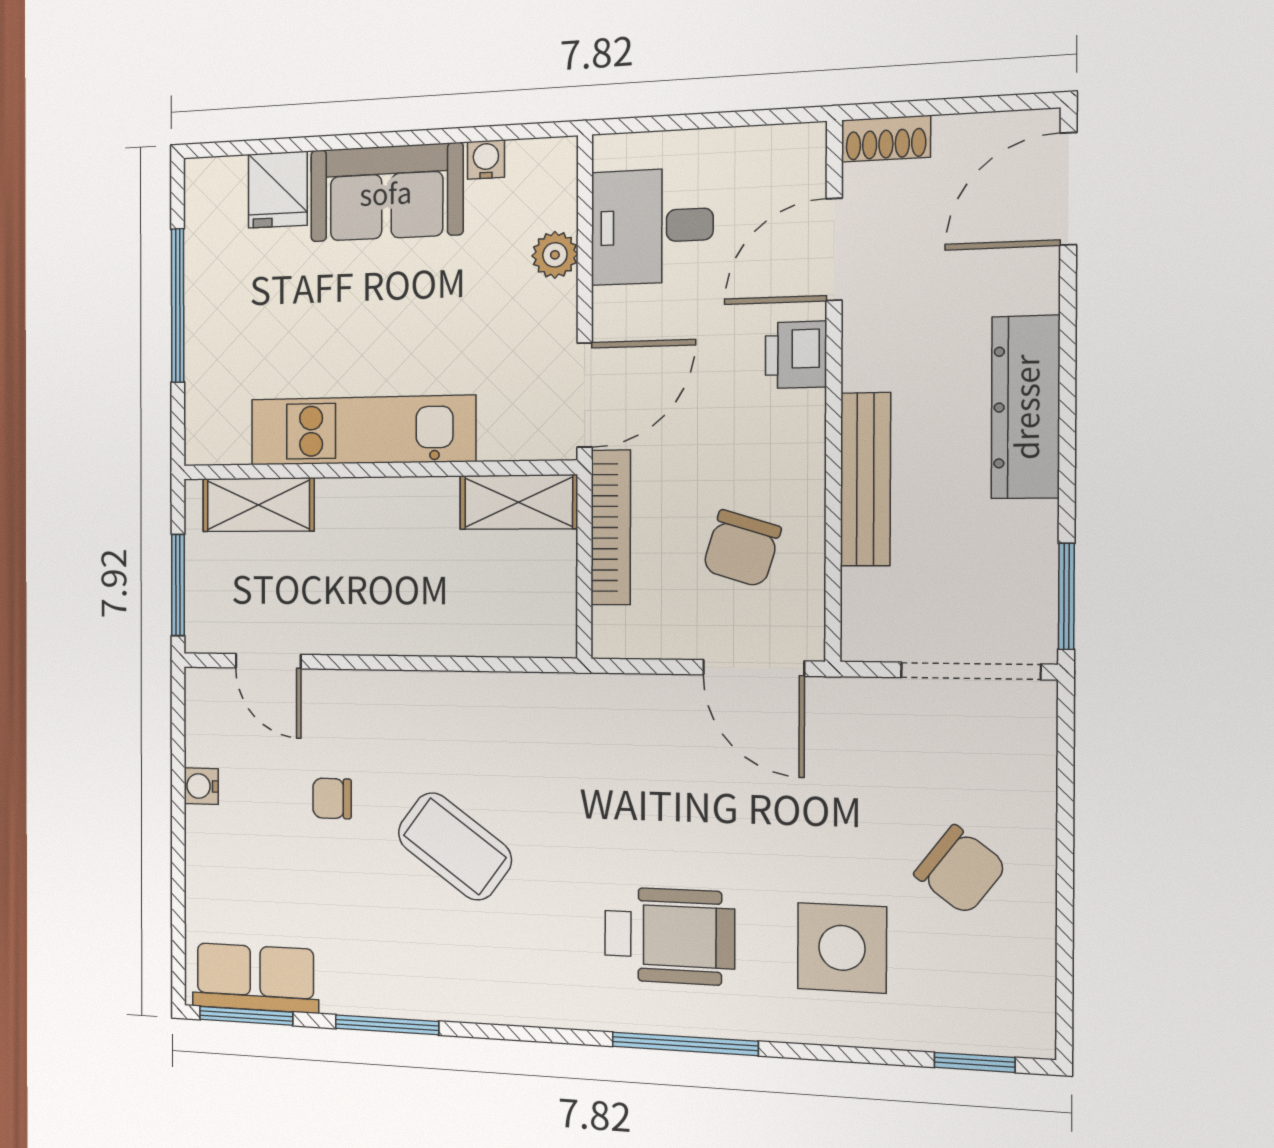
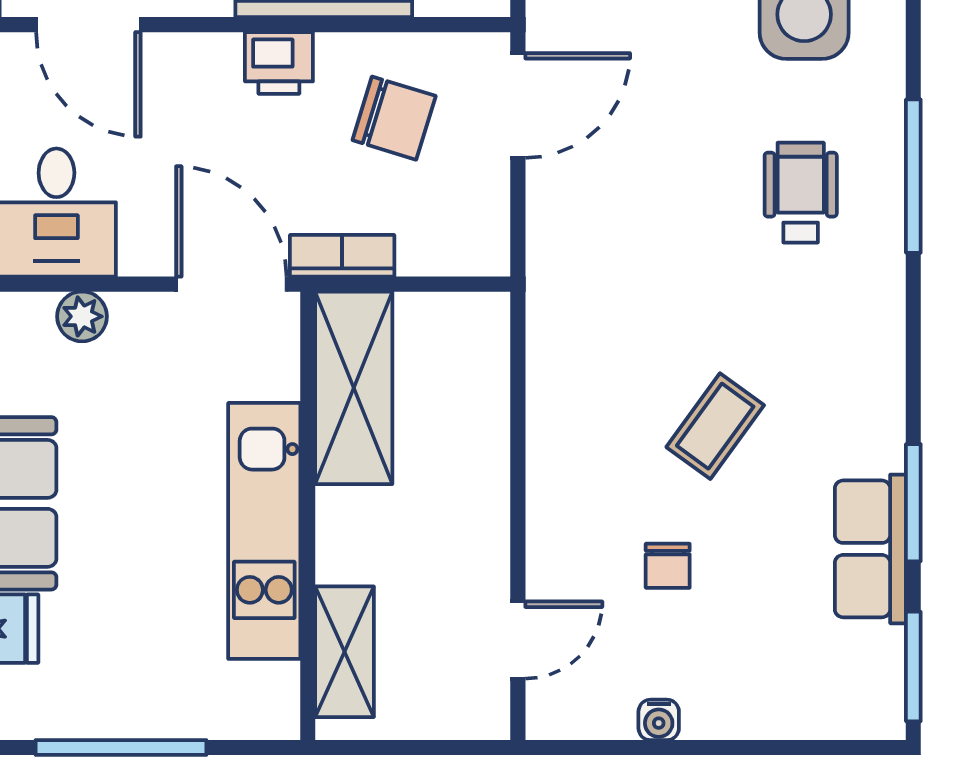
printer: (796, 355) -> (279, 63), moved
shelving: (519, 502) -> (354, 388), width x1.50, depth x1.33
bookcase: (611, 527) -> (342, 256), width x0.64
window: (178, 585) -> (434, 748), removed
coffee table: (455, 846) -> (715, 426), width x0.73, depth x0.77
wheelchair: (669, 936) -> (801, 193), width x0.73, depth x0.73
row of seats: (255, 978) -> (870, 549), moved

